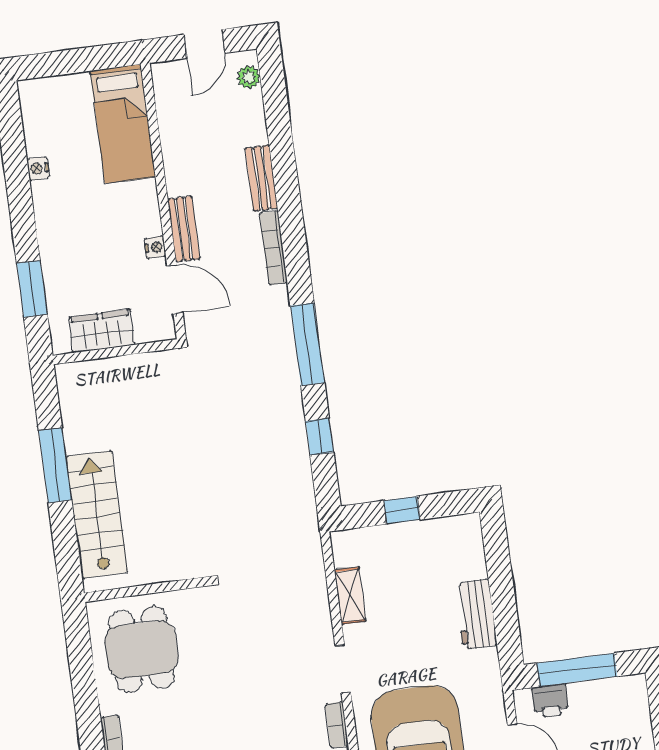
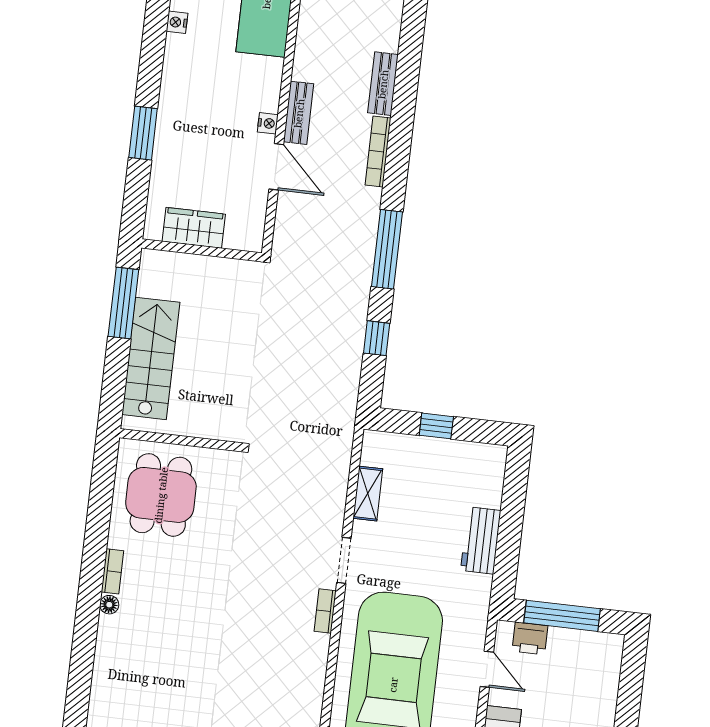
wardrobe: (102, 331) -> (194, 228), moved
wall: (115, 352) -> (202, 250), moved

